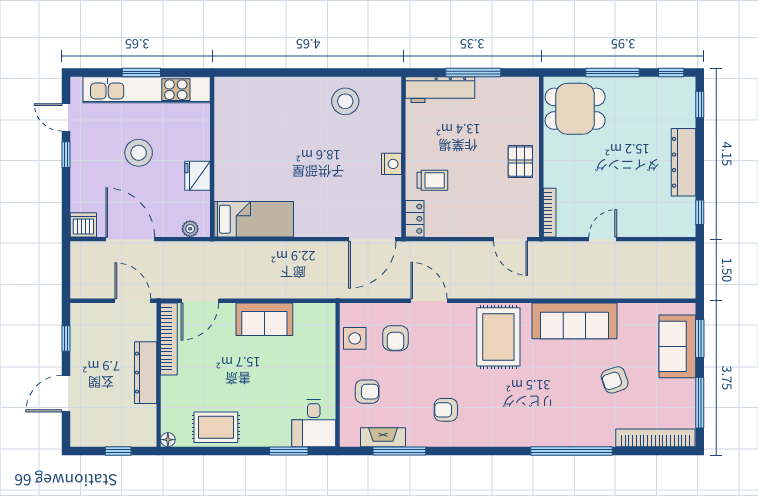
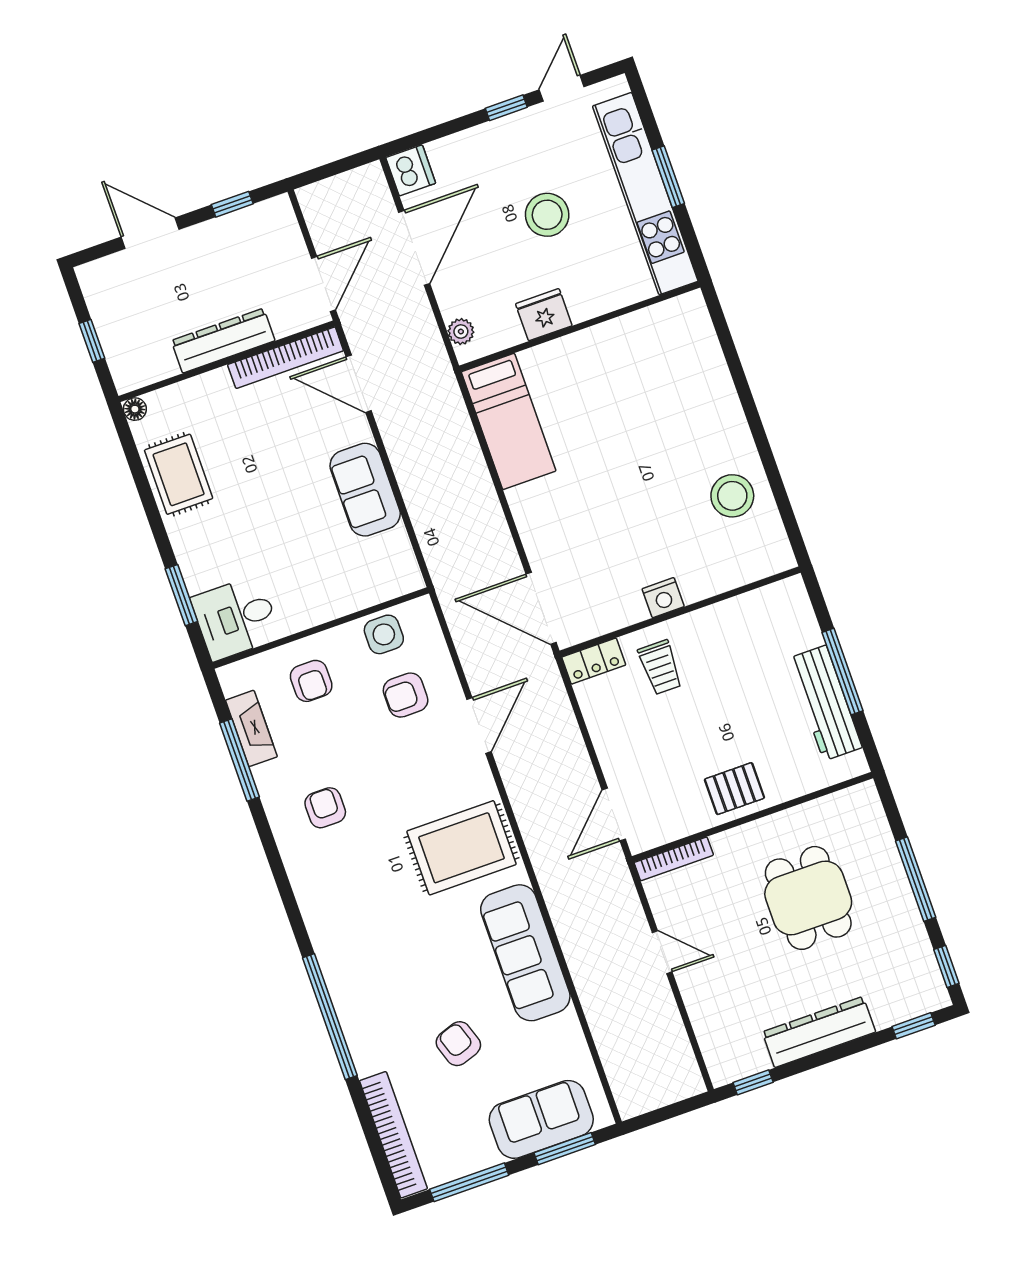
workbench: (440, 90) -> (825, 703), moved
dining table: (575, 109) -> (808, 898), moved

